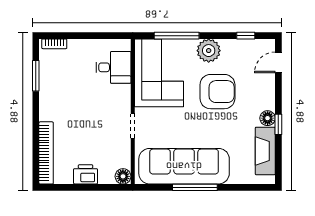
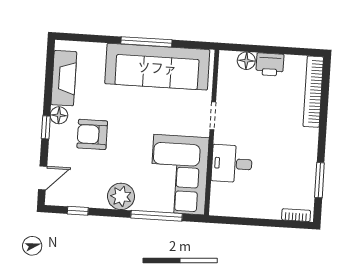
desk: (113, 67) -> (232, 164), moved
armchair: (217, 92) -> (92, 134), moved, width x0.73, depth x0.73
window: (278, 124) -> (46, 127), moved
floor lamp: (123, 176) -> (246, 61), moved

